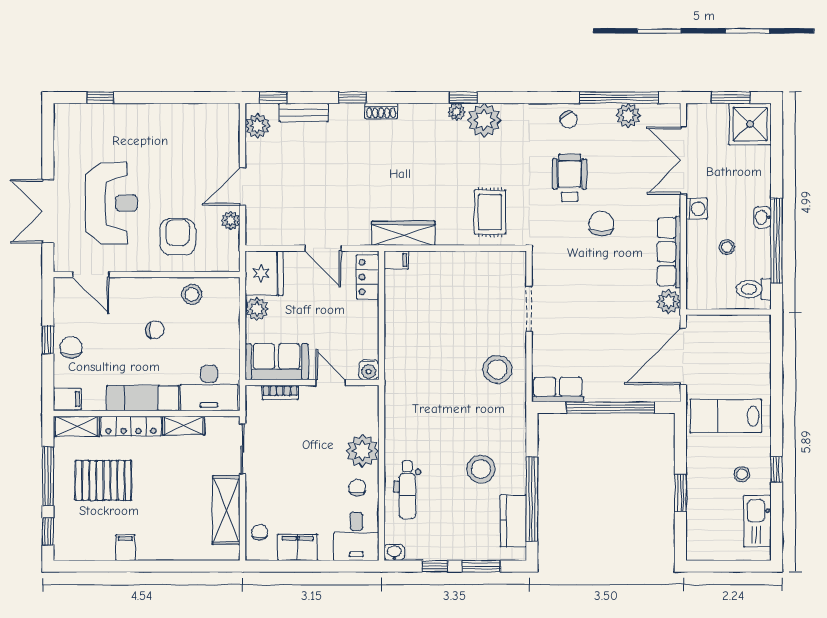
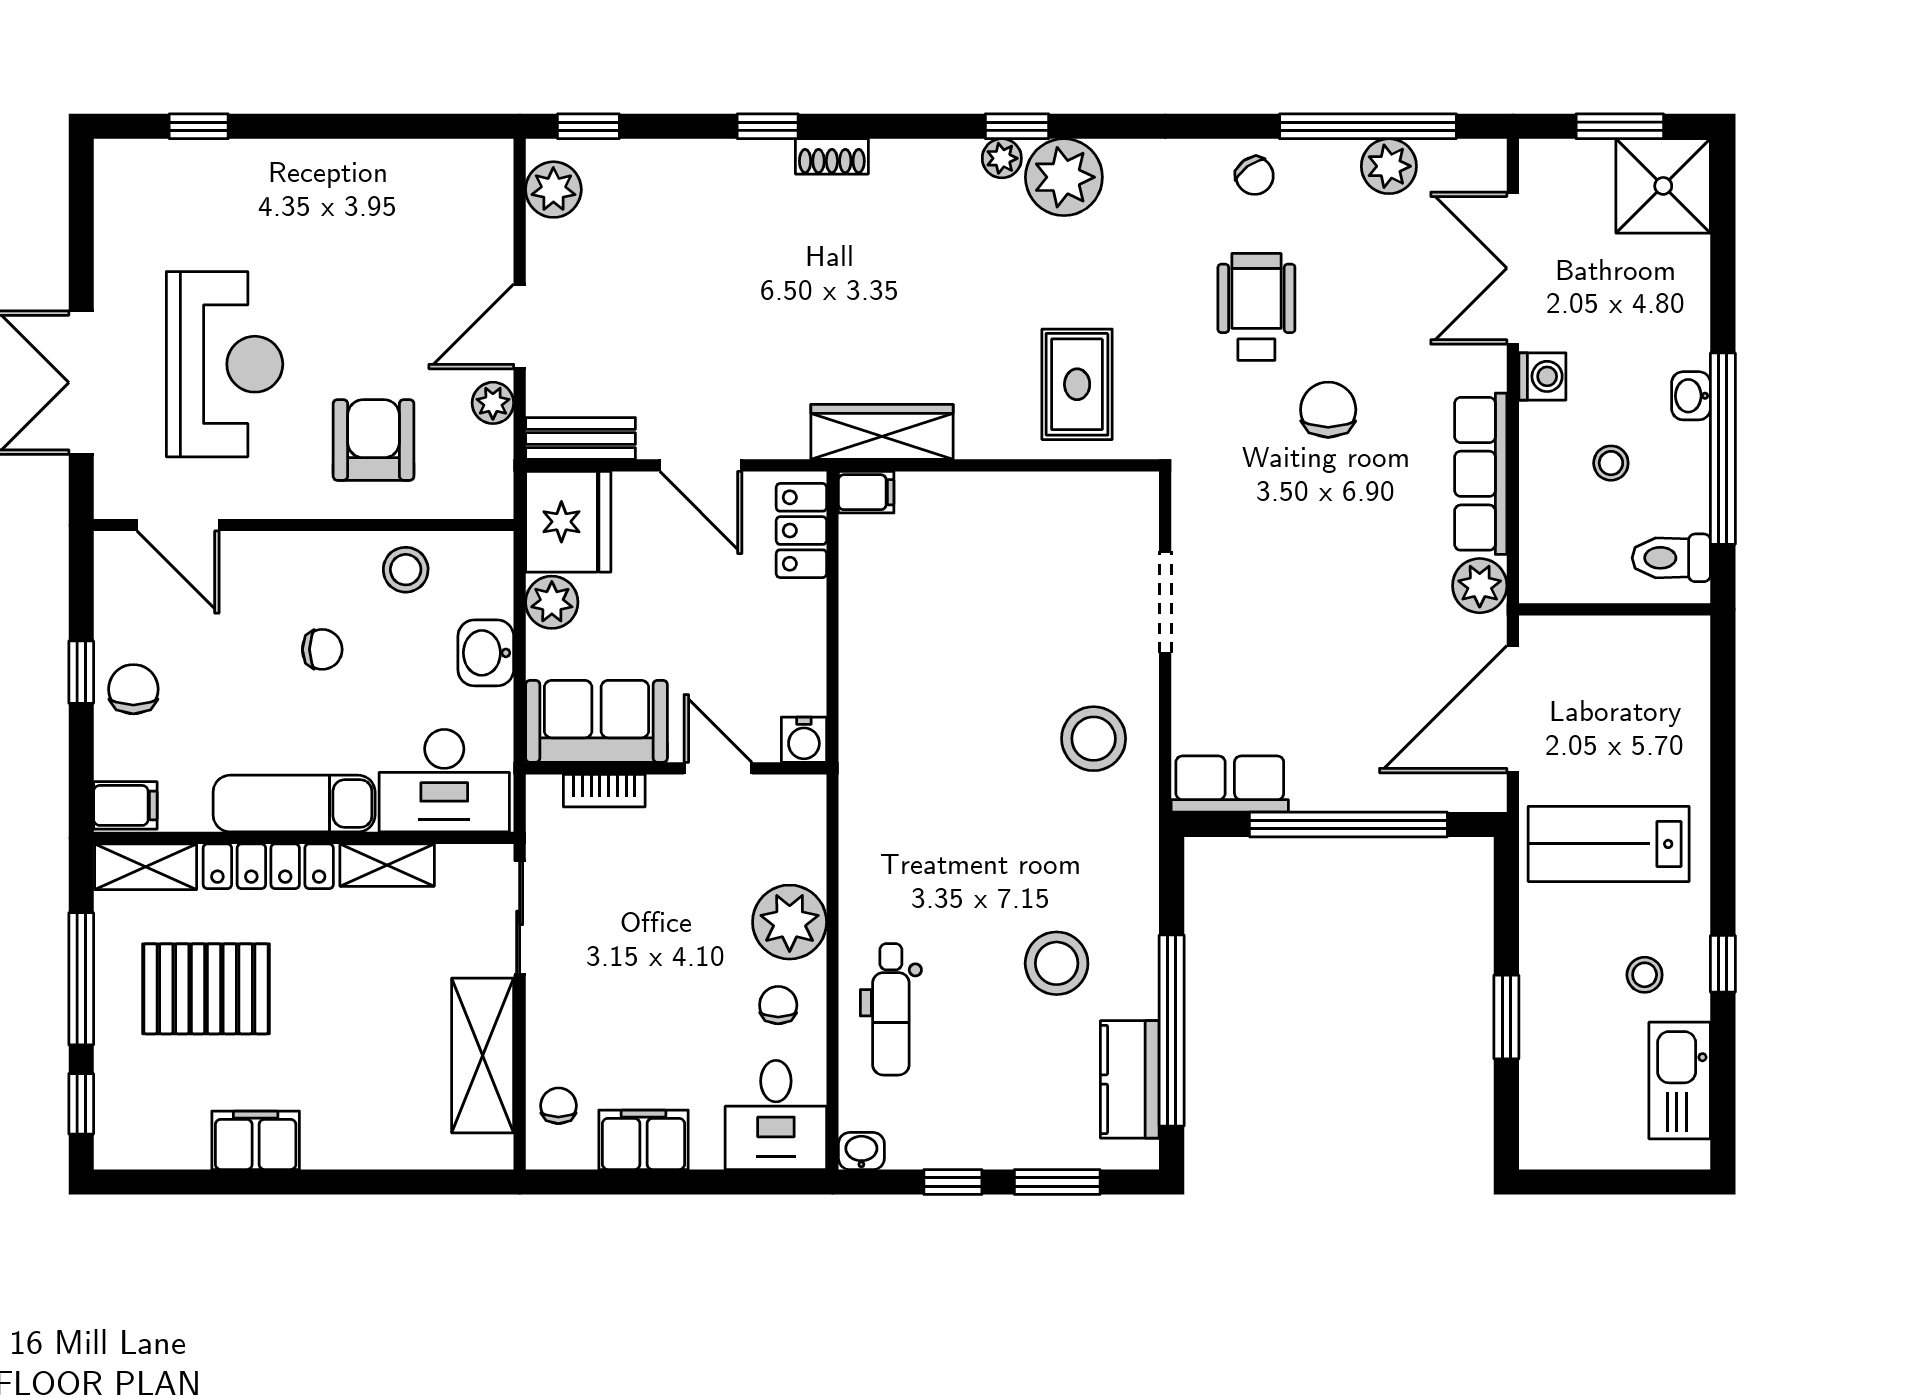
bench: (304, 112) -> (581, 439), moved
washbasin: (228, 331) -> (486, 653), added
filing cabinet: (125, 548) -> (256, 1140), width x2.00

